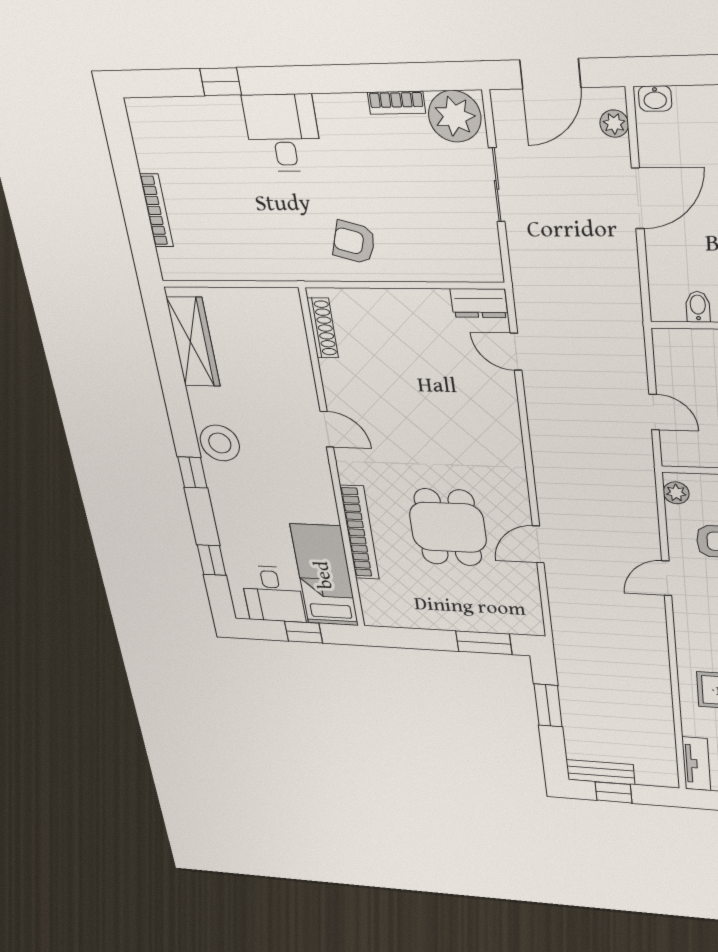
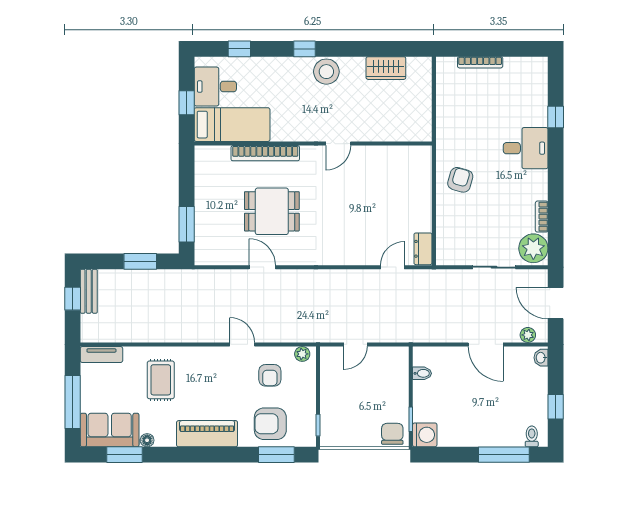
shoe rack: (323, 328) -> (406, 152), removed
wardrobe: (193, 342) -> (386, 68), width x0.67

